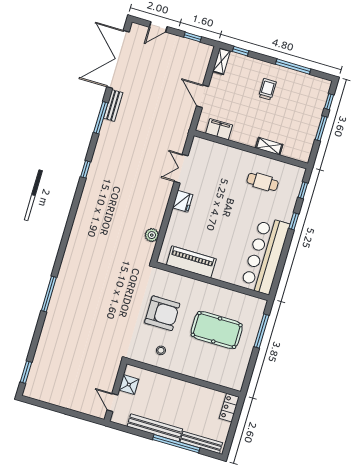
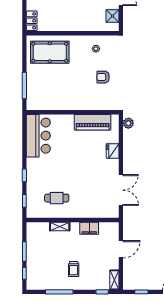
door: (202, 96) -> (121, 249), hinge flipped
filing cabinet: (219, 129) -> (89, 228), moved
double door: (181, 169) -> (121, 190), width x1.37
fridge: (183, 201) -> (113, 151), moved
plant: (152, 235) -> (128, 123), moved
bar counter: (265, 255) -> (38, 136), width x0.73
armchair: (162, 313) -> (103, 77), width x0.53, depth x0.53
pool table: (217, 330) -> (50, 52), moved

